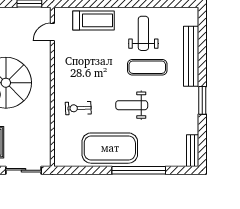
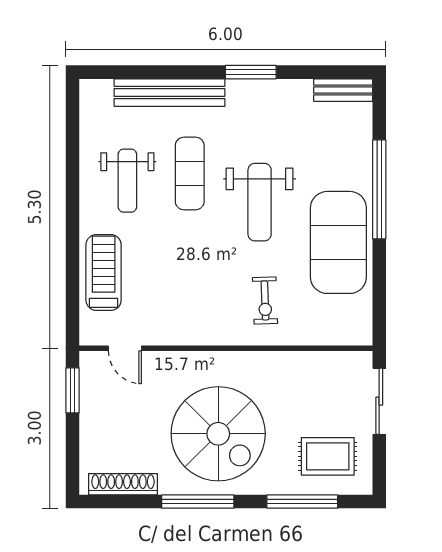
weight bench: (143, 33) -> (127, 181), turned -90
weight bench: (132, 105) -> (260, 202), width x1.36, depth x1.33

